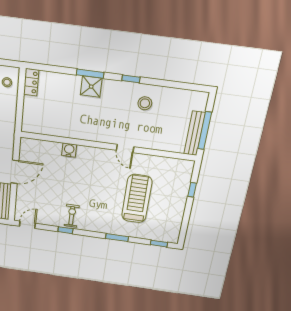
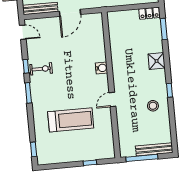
window: (90, 74) -> (164, 29), moved
bench: (195, 133) -> (154, 149), moved
water cooler: (69, 150) -> (101, 68), moved
door: (15, 172) -> (70, 13), hinge flipped
window: (117, 238) -> (28, 93), moved

